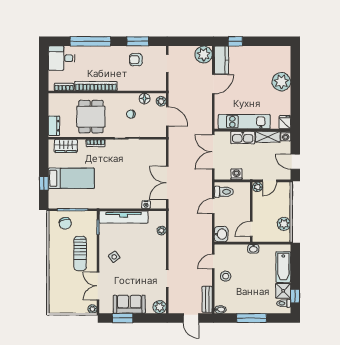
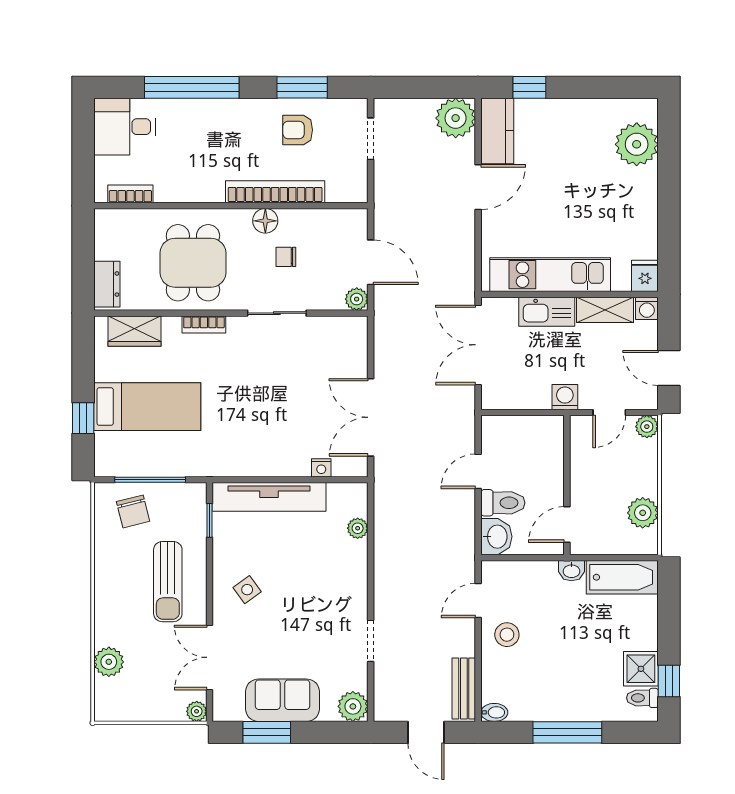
plant: (281, 82) -> (637, 144), moved
bookcase: (96, 86) -> (275, 192), moved
floor lamp: (145, 99) -> (265, 221), moved
plant: (161, 101) -> (357, 299), moved
washing machine: (236, 174) -> (565, 397), moved
plant: (257, 187) -> (647, 427), moved
toilet: (224, 192) -> (503, 503), moved
bathtub: (283, 267) -> (622, 577), moved, turned -90
plant: (55, 288) -> (109, 662), added

